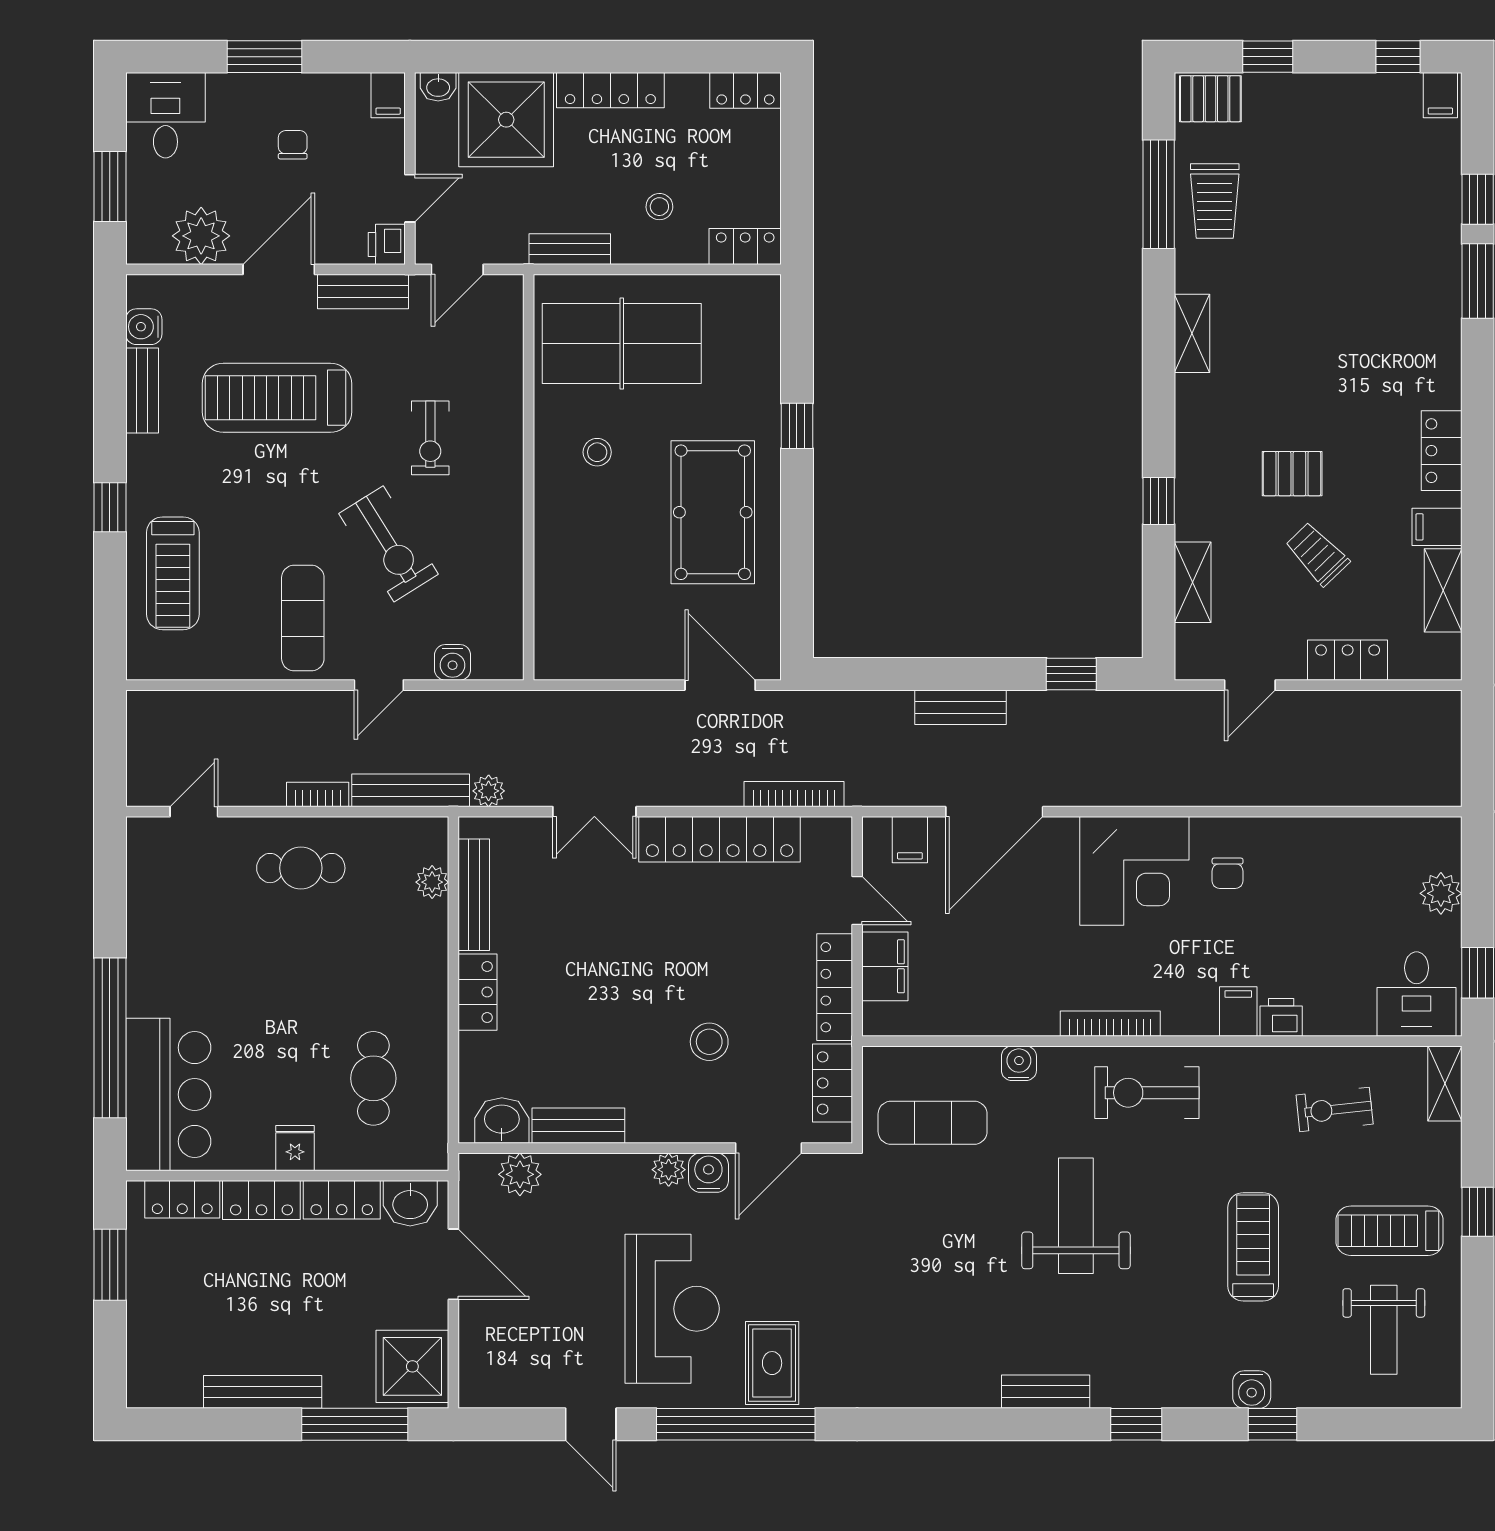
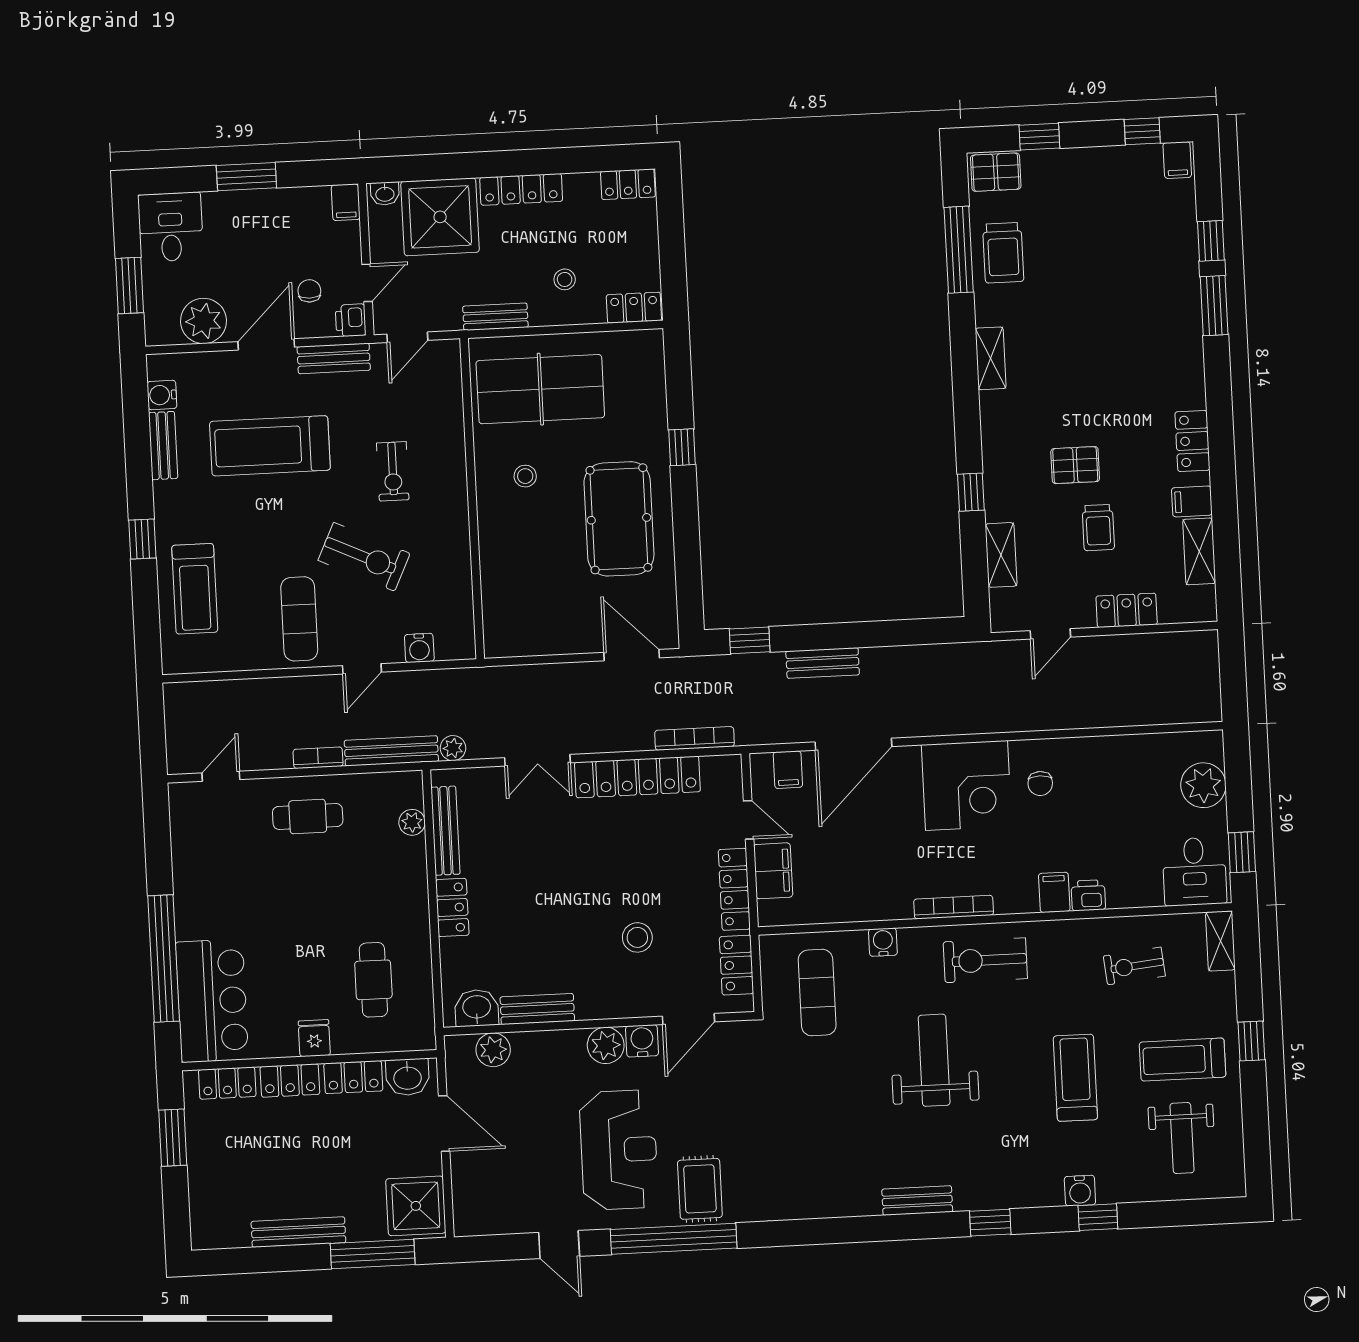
chair: (293, 145) -> (309, 291), moved
exercise bike: (389, 544) -> (364, 557), turned -33
trolley: (1317, 554) -> (1098, 528), turned -136
window: (1071, 674) -> (750, 640), moved
plant: (1441, 893) -> (1203, 785), width x1.36, depth x1.36
exercise mat: (933, 1123) -> (817, 993), turned 90
plant: (669, 1170) -> (606, 1045), width x1.38, depth x1.38

